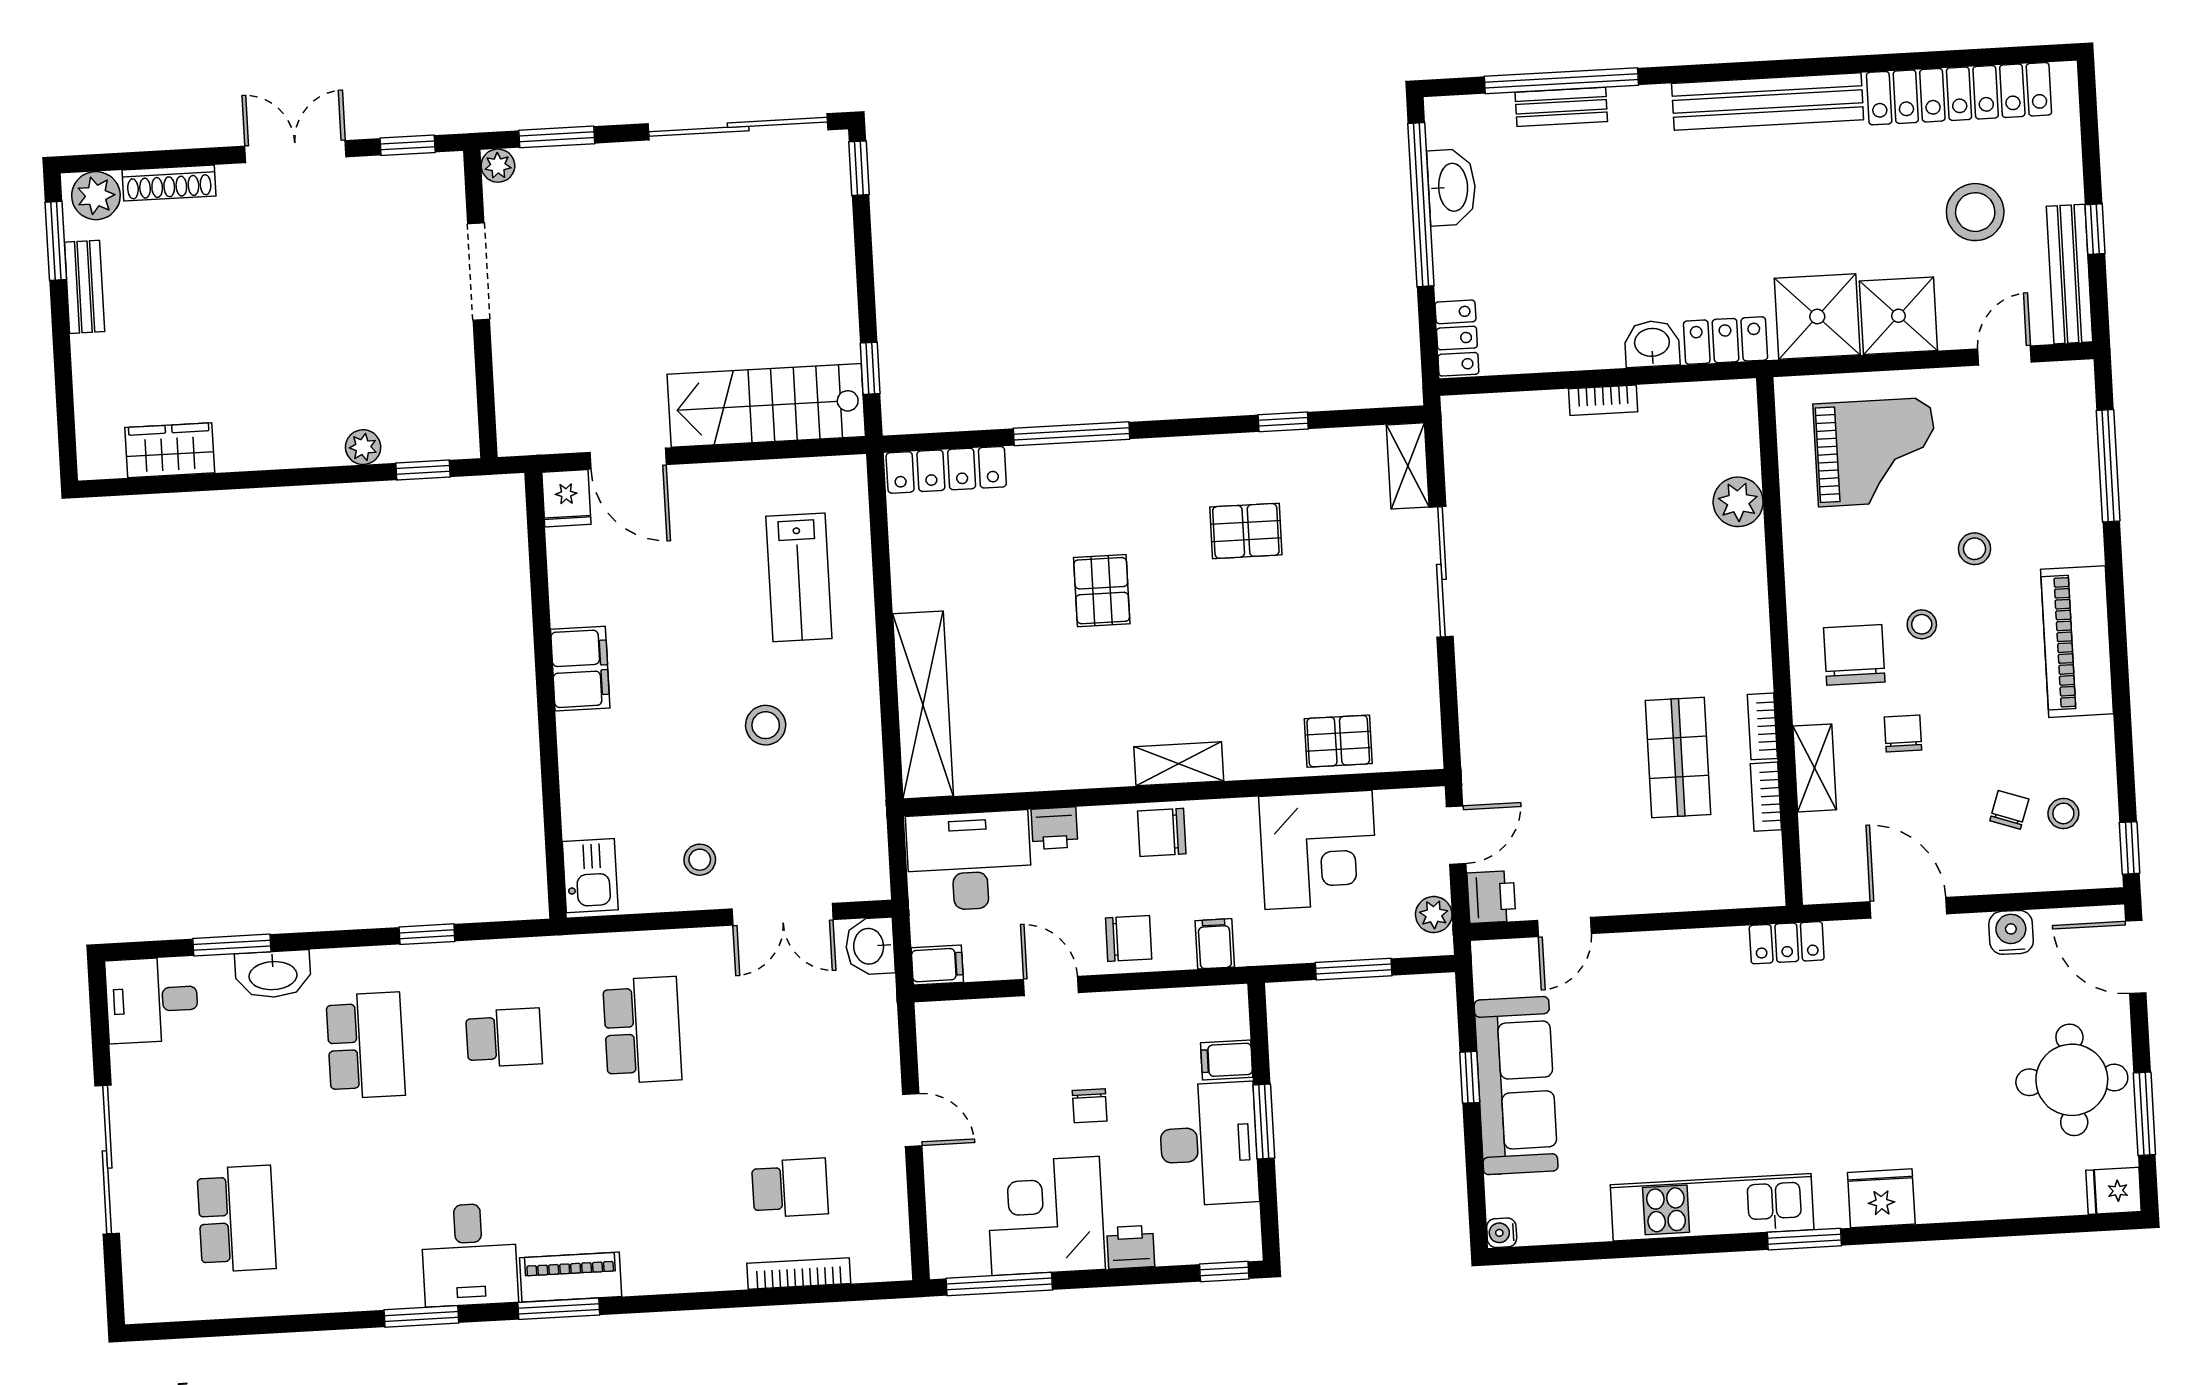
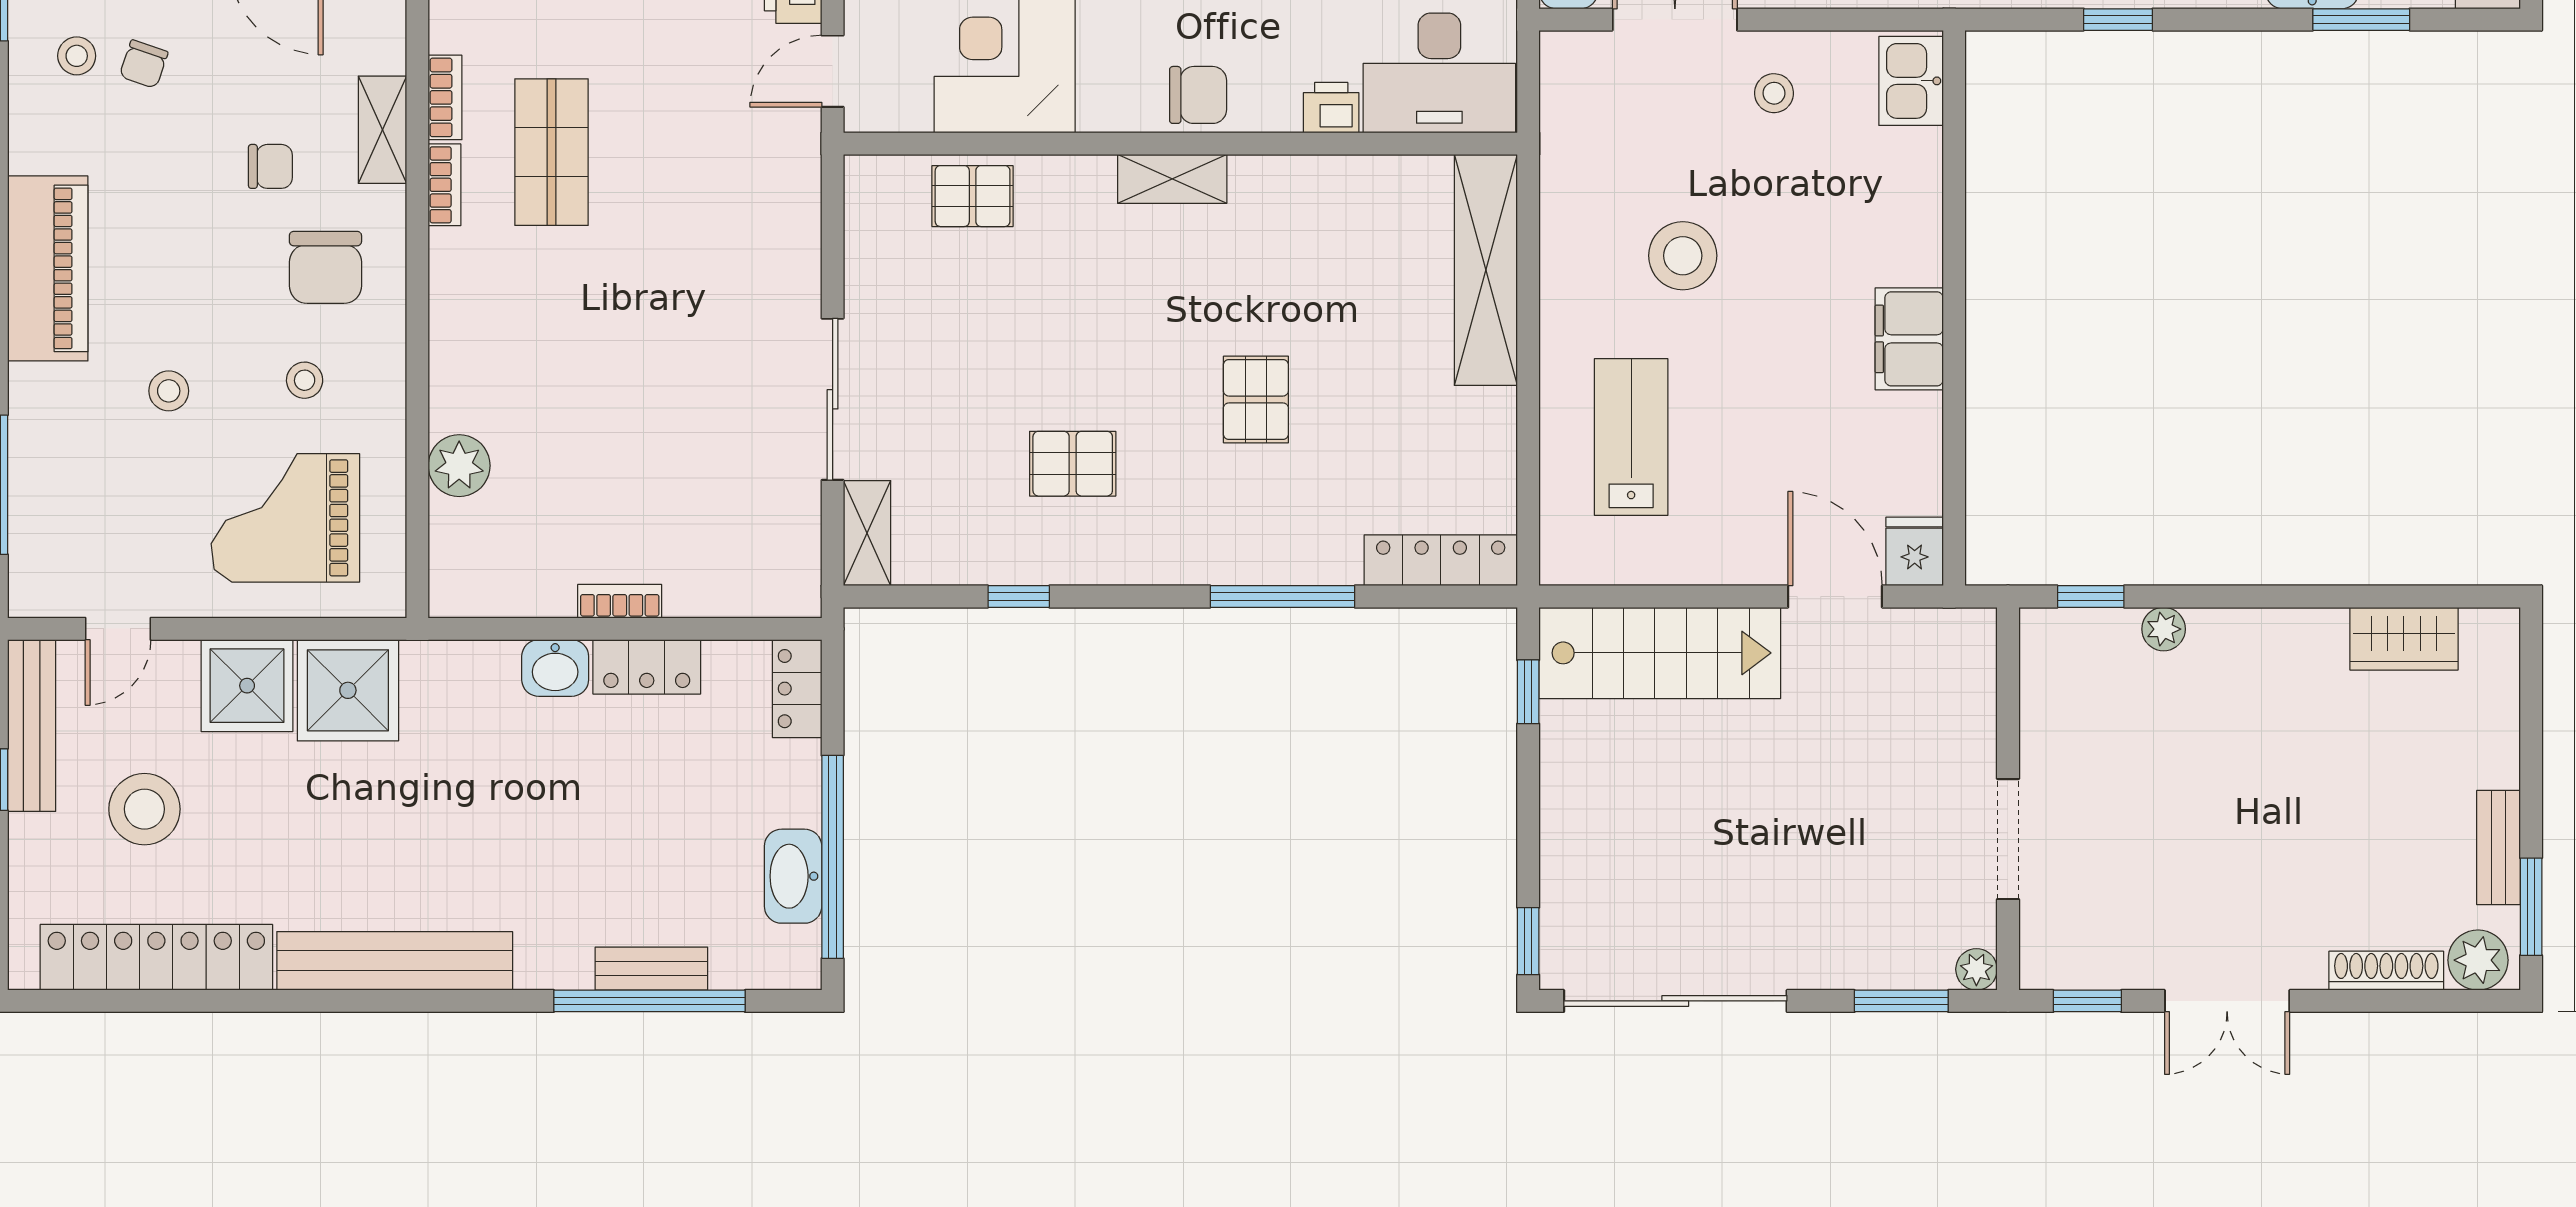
locker: (1726, 341) -> (647, 667), moved
stool: (1922, 624) -> (305, 380), moved
stool: (766, 725) -> (1683, 256), width x1.38, depth x1.38
chair: (1903, 733) -> (270, 166), turned -90

